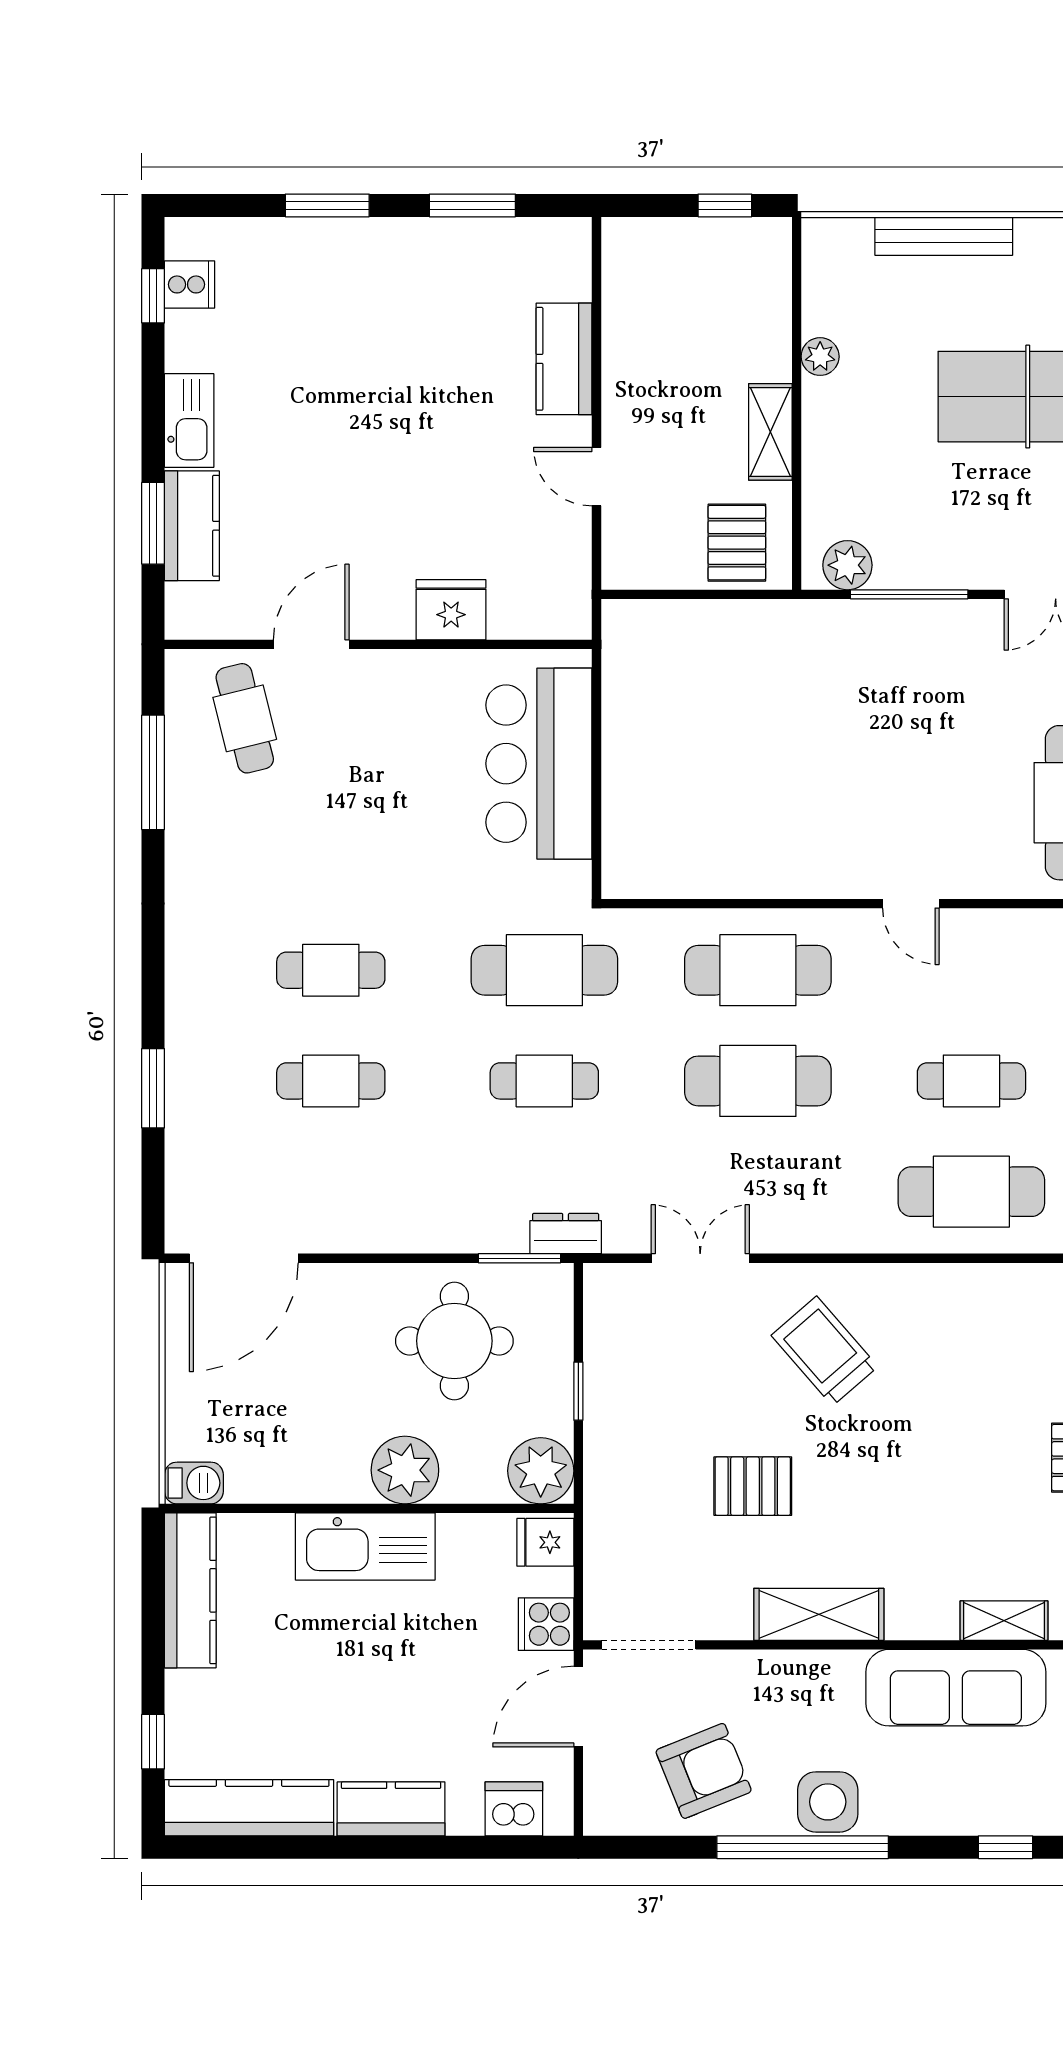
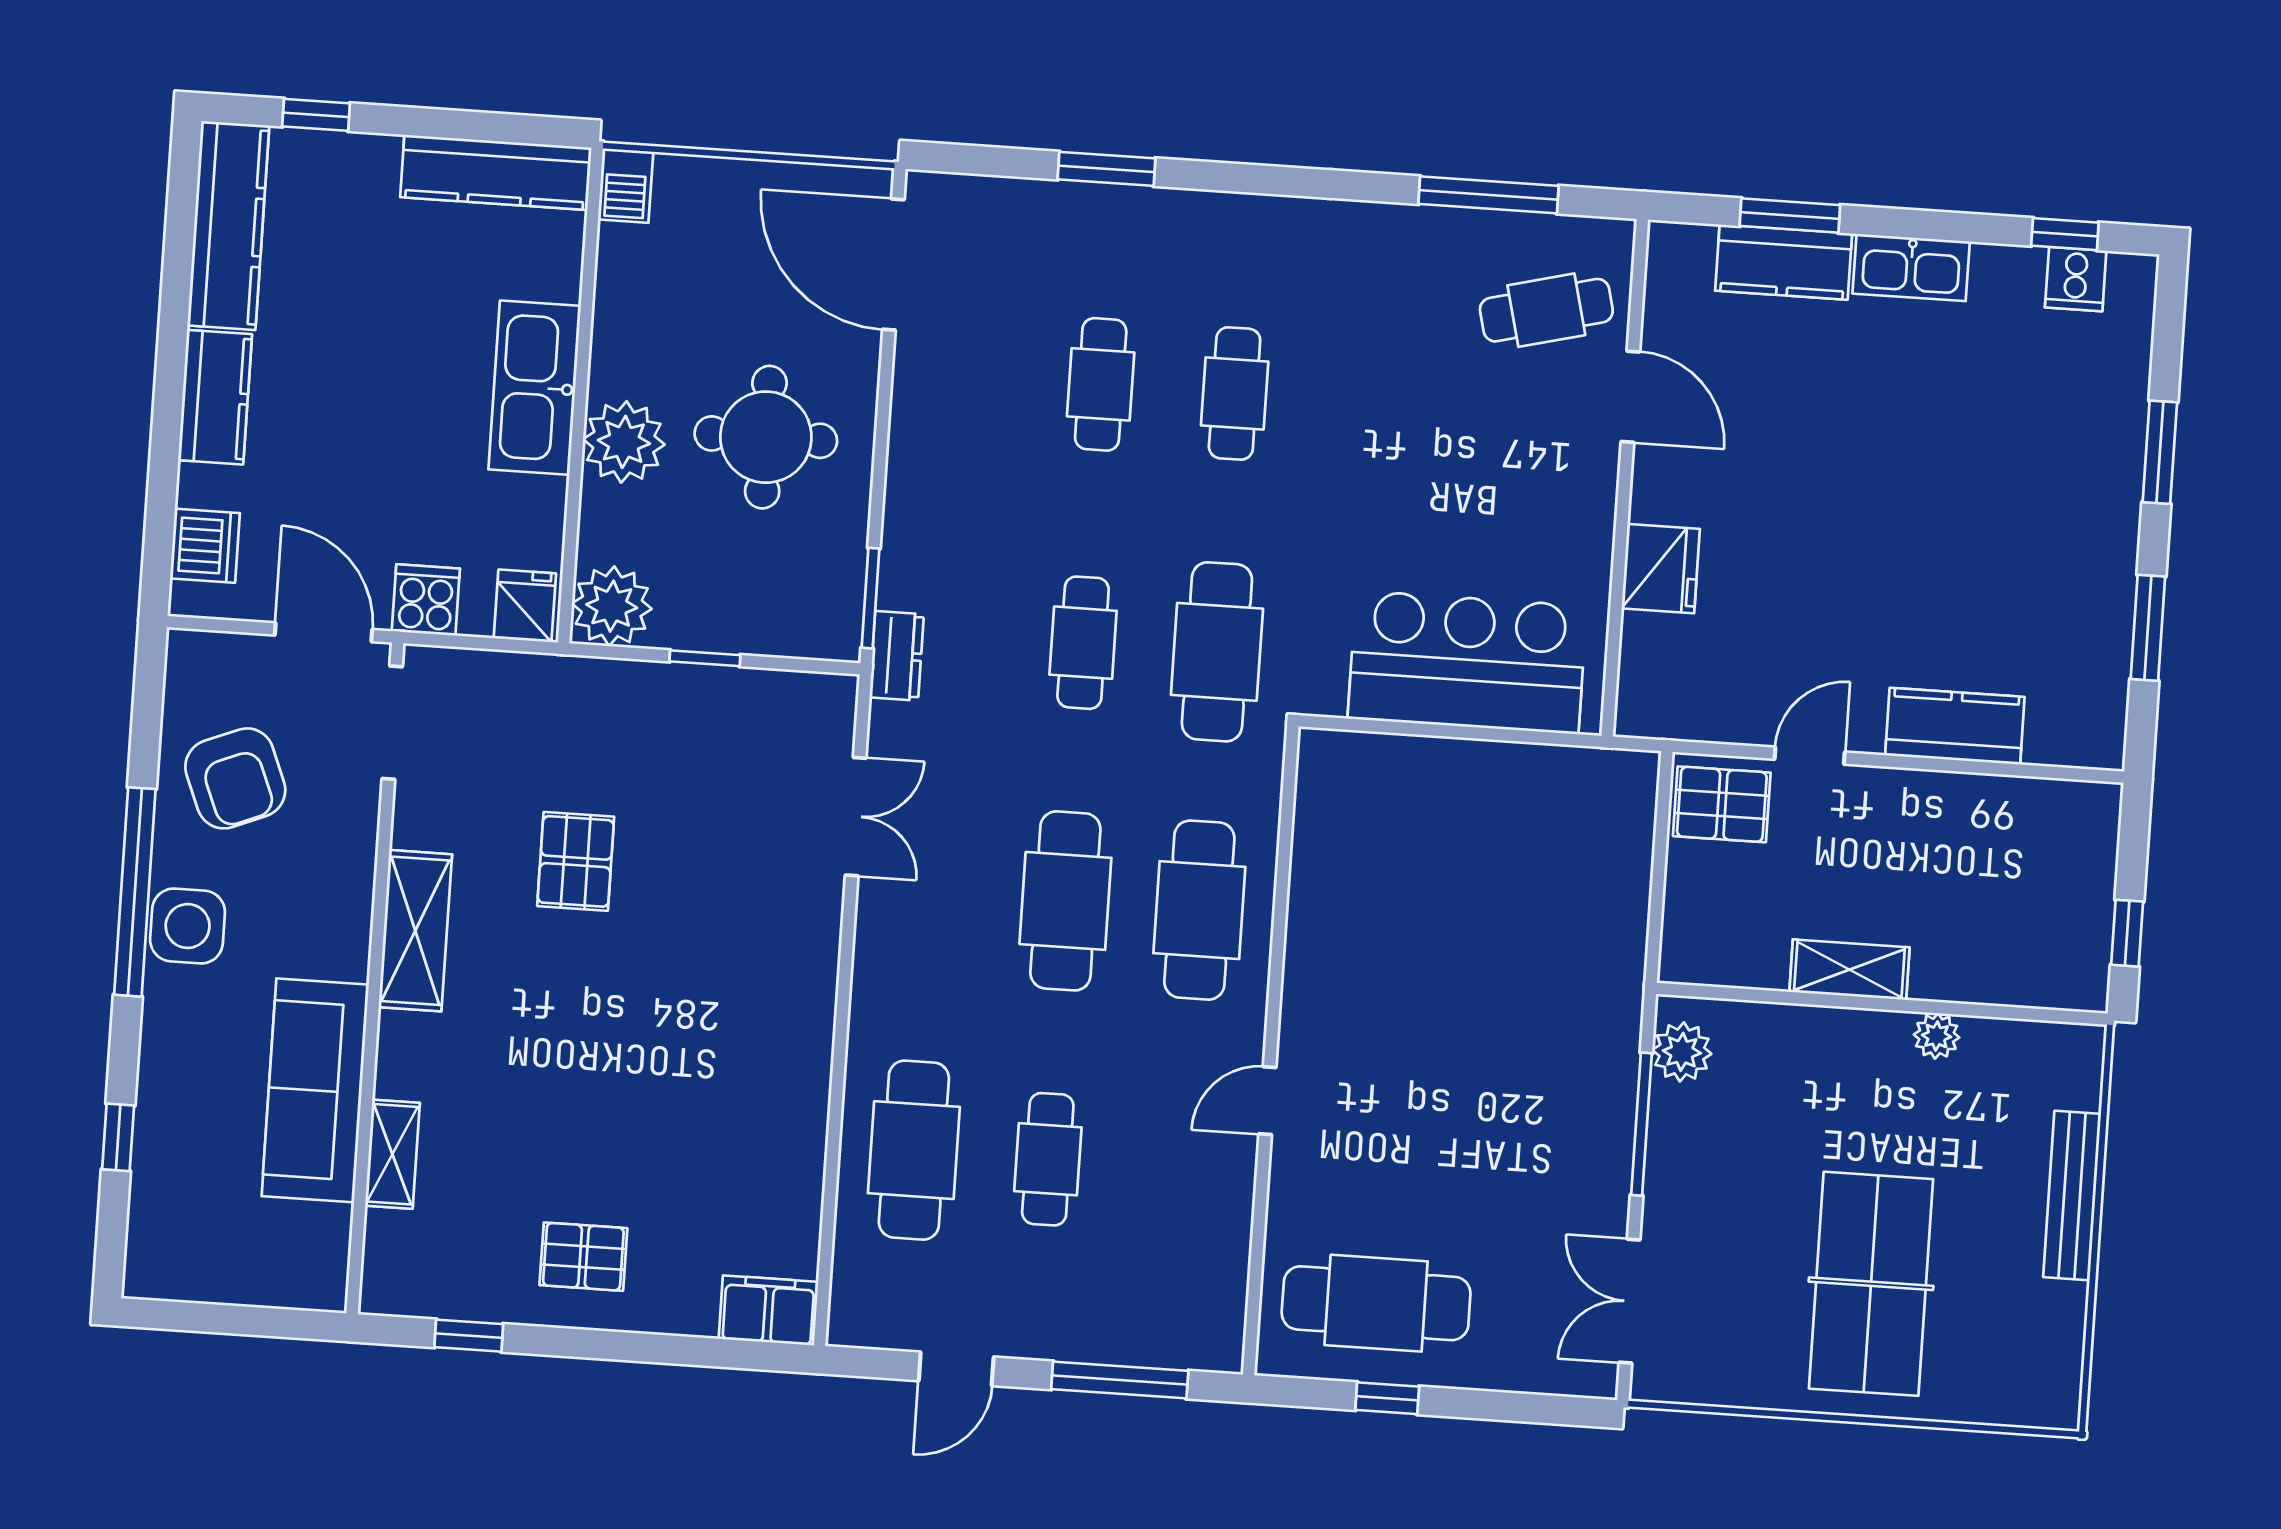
pallet: (737, 543) -> (1722, 804), moved
round table: (454, 1341) -> (766, 437), moved
trolley: (825, 1351) -> (733, 959), removed

